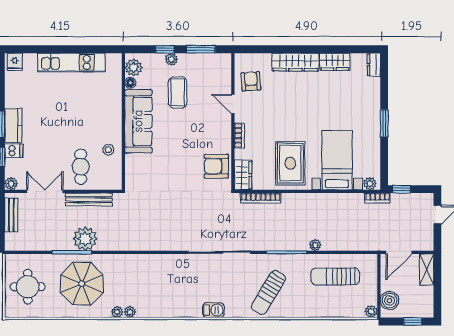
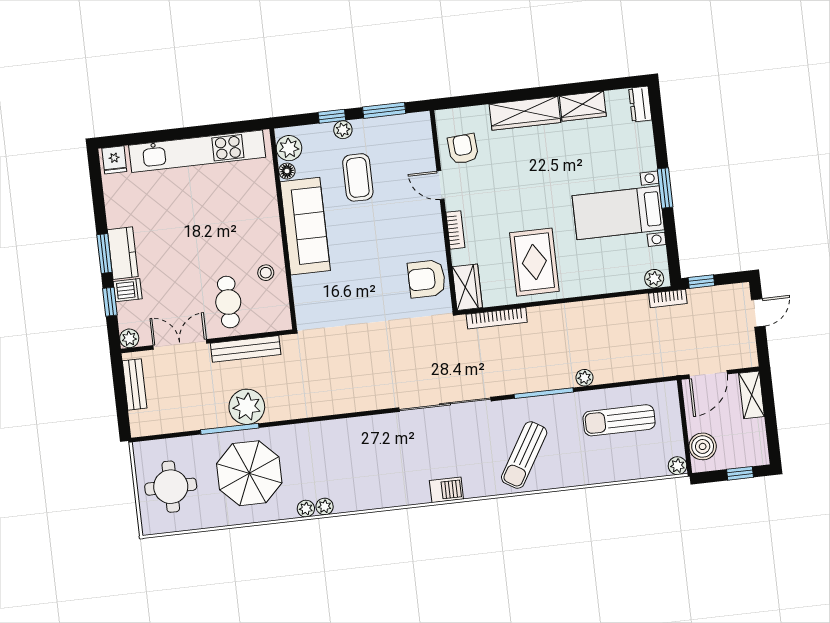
kitchen unit: (71, 63) -> (197, 151), width x1.36
bed with nightstands: (337, 160) -> (618, 213), moved, turned -90

